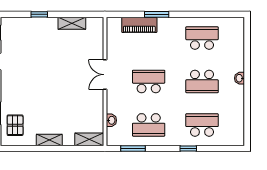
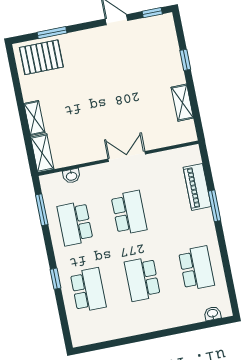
washbasin: (239, 78) -> (212, 314), moved
pallet: (15, 125) -> (41, 57), width x1.50, depth x1.42
shelving: (49, 140) -> (34, 118), moved

